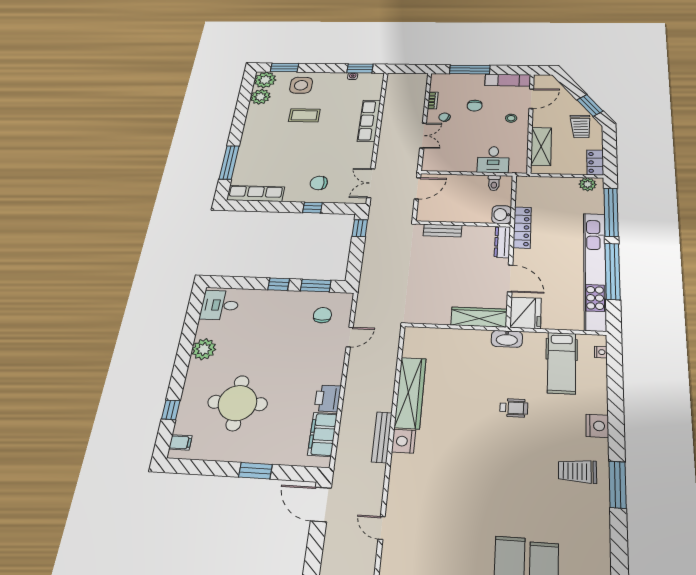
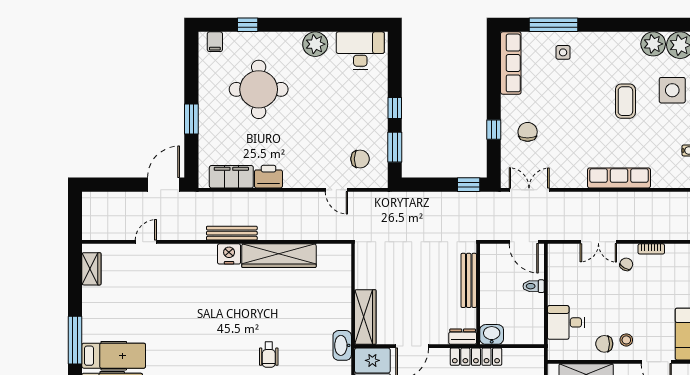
chair: (475, 106) -> (604, 344), moved
side table: (254, 156) -> (563, 52), added
toilet: (494, 183) -> (534, 286), moved
bench: (442, 231) -> (469, 280), width x1.36
dresser: (502, 242) -> (463, 337), width x0.70
desk: (220, 305) -> (360, 51), width x1.37

